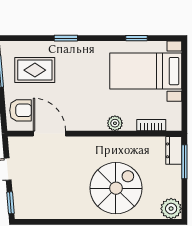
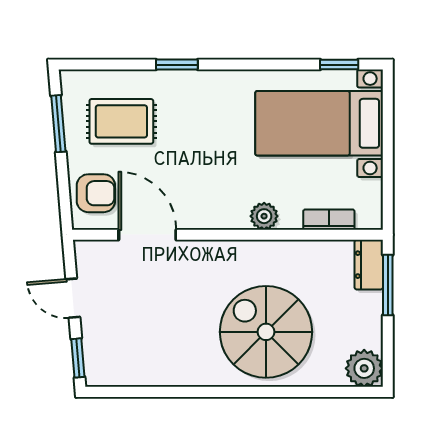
window: (137, 38) -> (339, 65), moved
spiral stairs: (116, 188) -> (266, 332), turned -90

